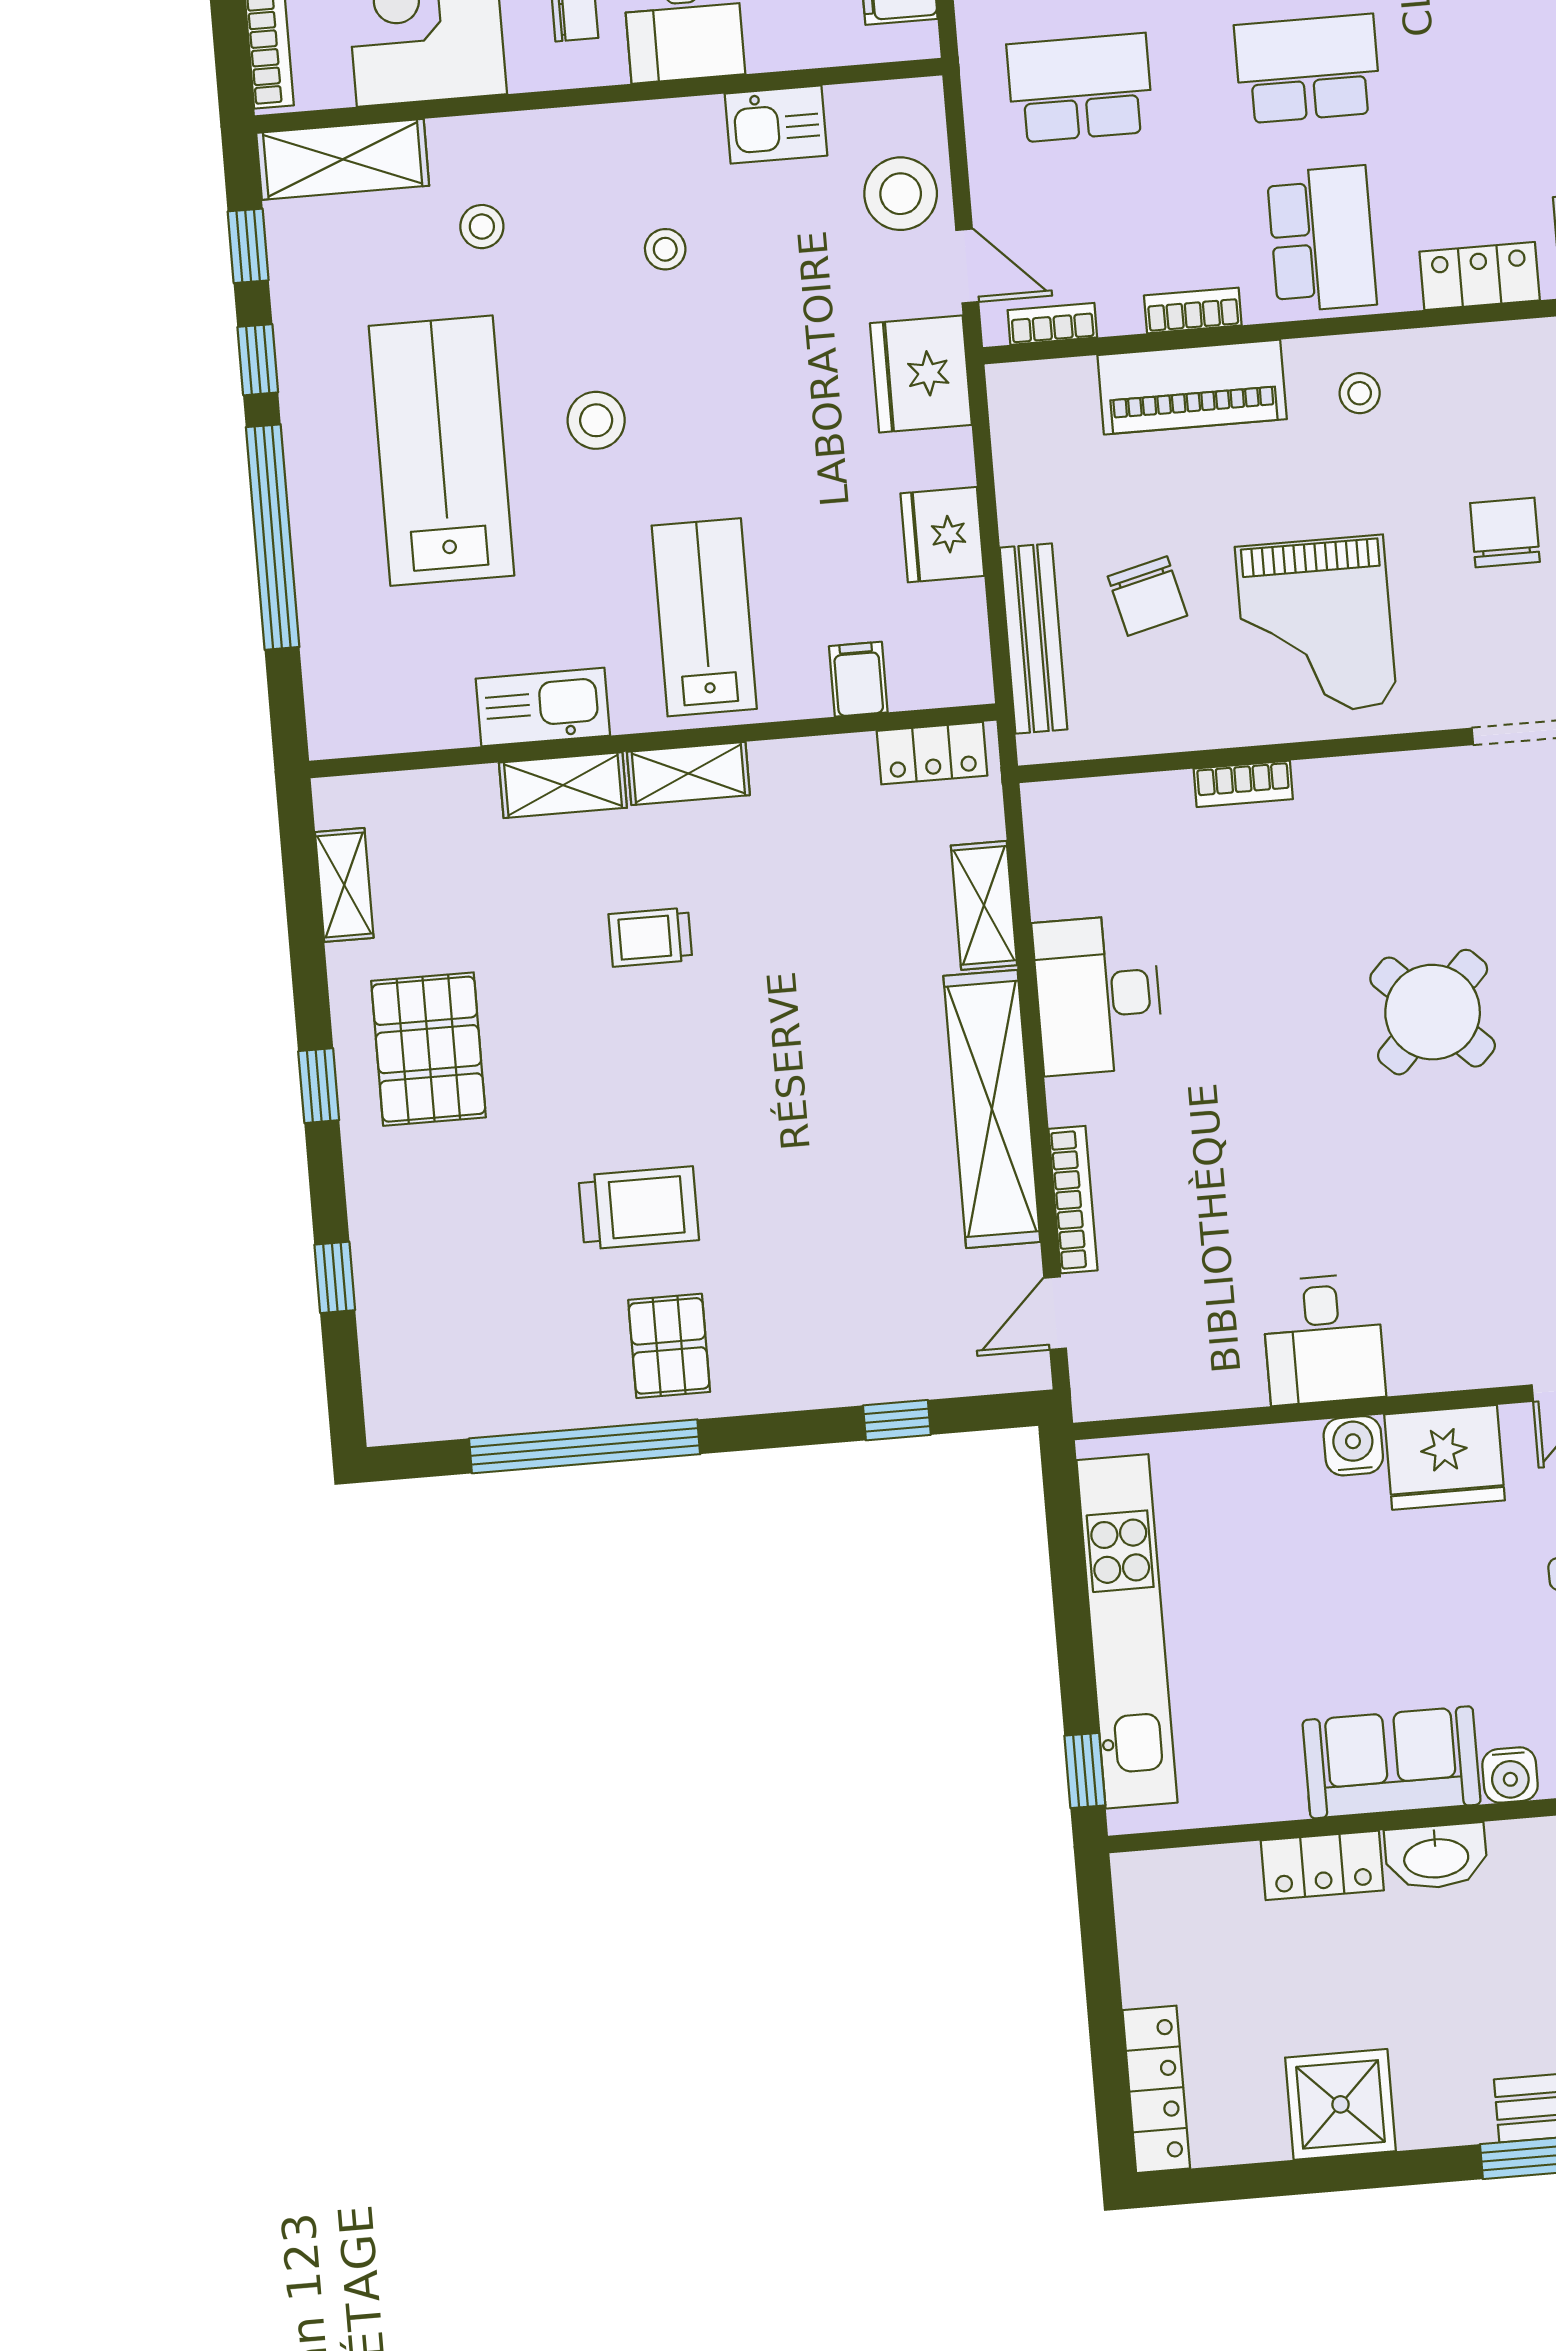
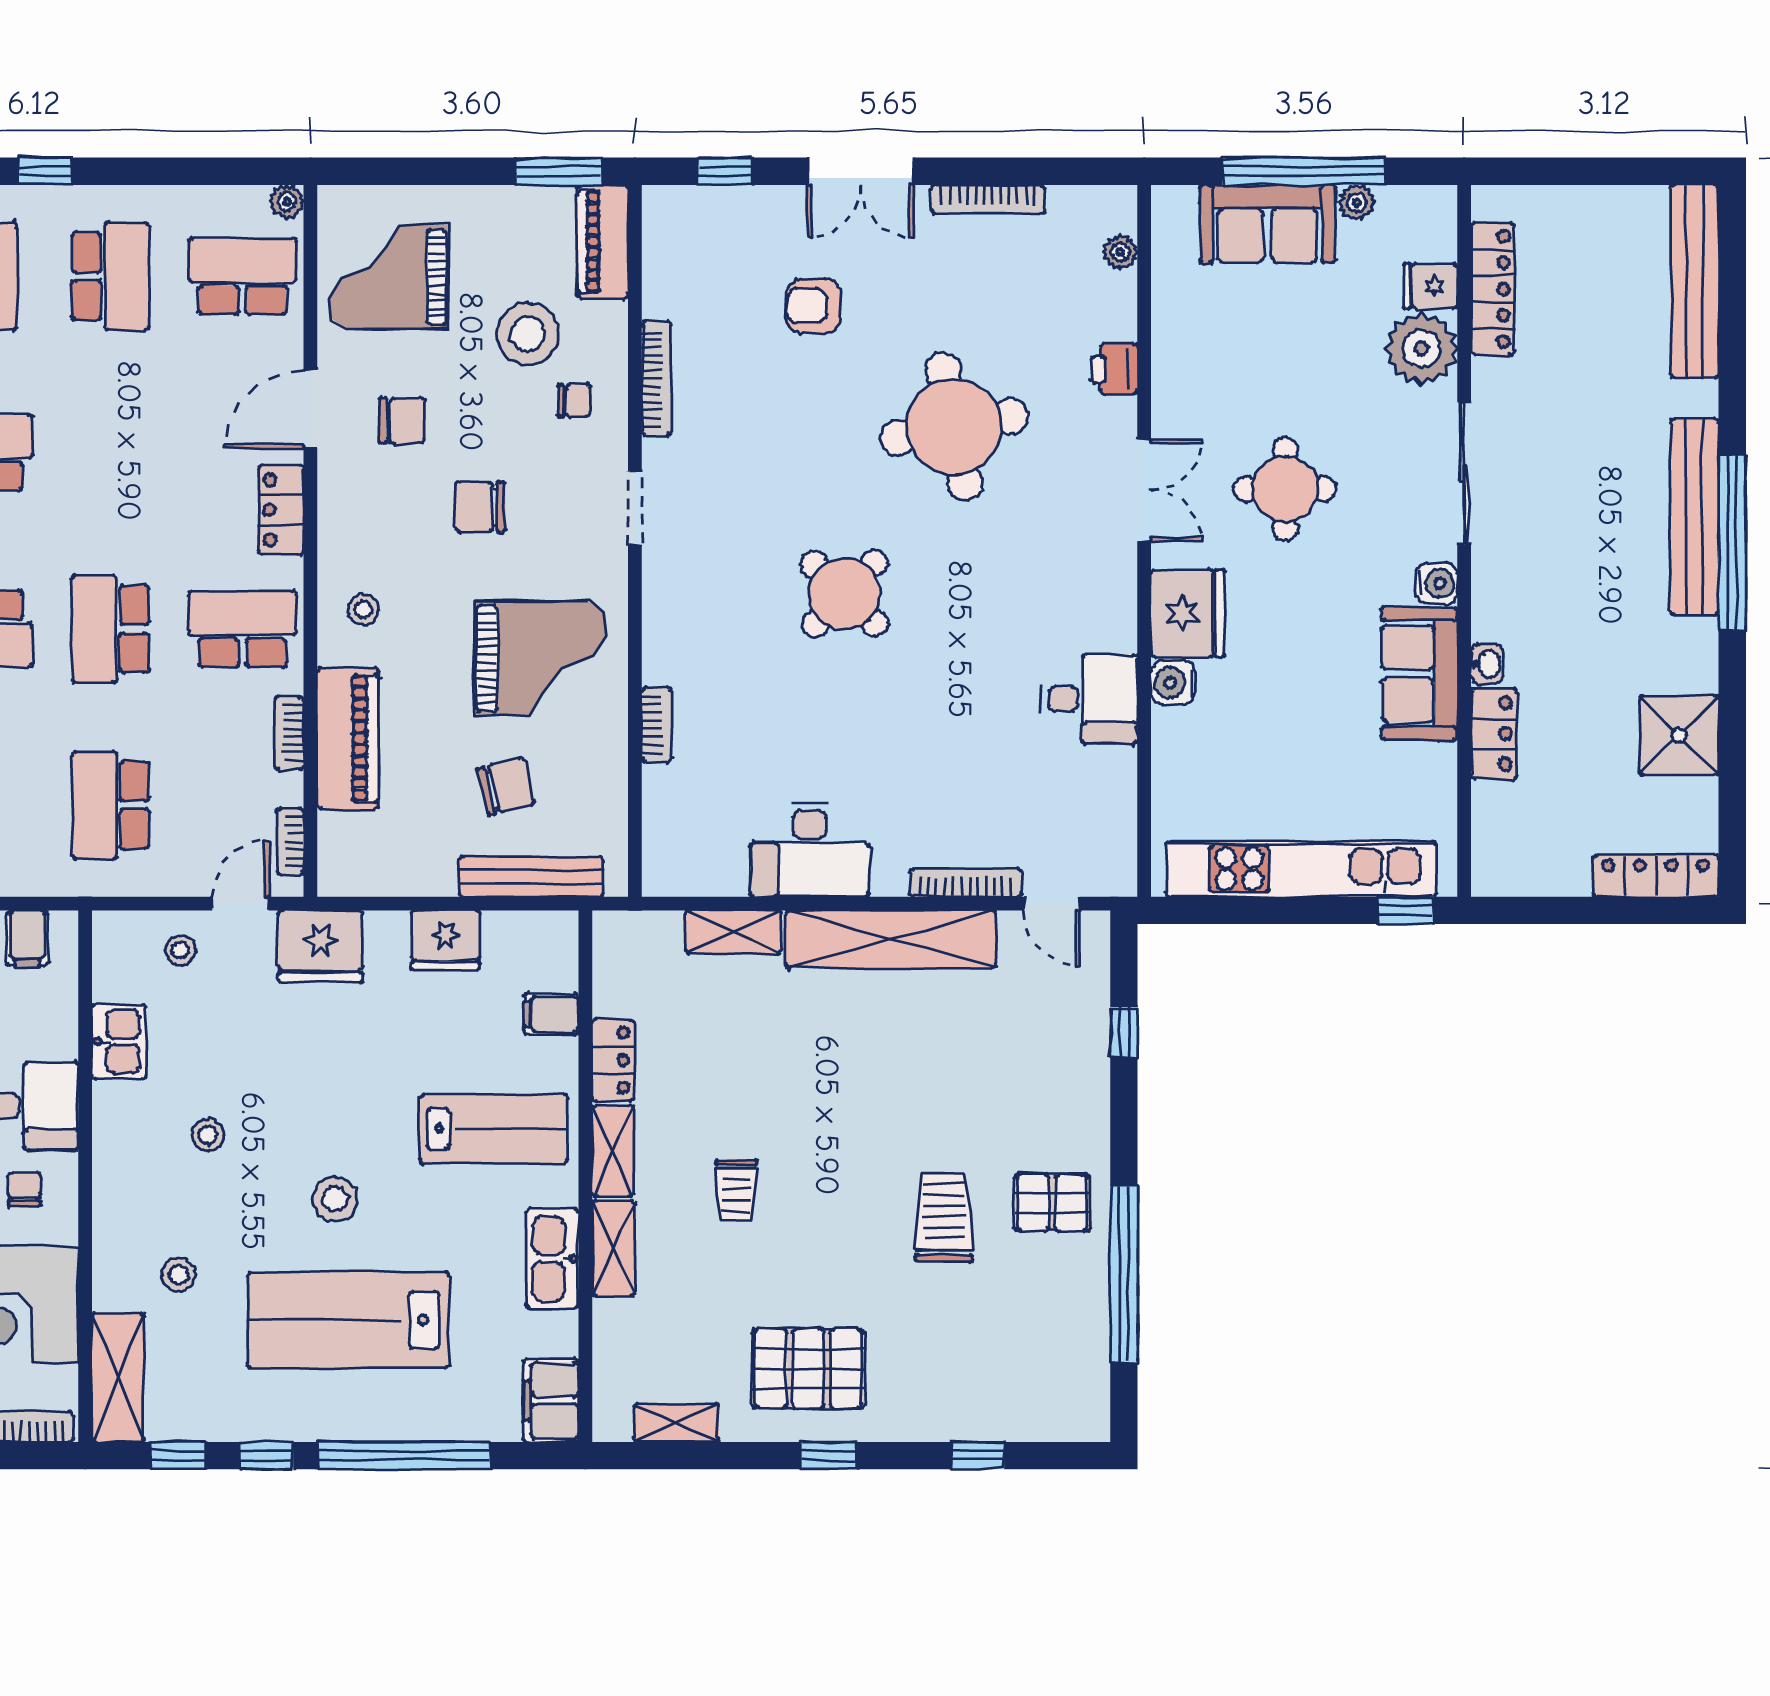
stool: (901, 194) -> (180, 950), width x0.53, depth x0.53
lab bench: (704, 617) -> (494, 1129), turned 180
filing cabinet: (359, 721) -> (551, 1401), added
locker: (932, 753) -> (613, 1060), moved
washbasin: (1436, 1857) -> (1487, 664), width x0.52, depth x0.69

